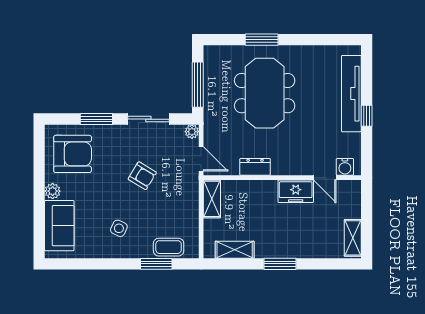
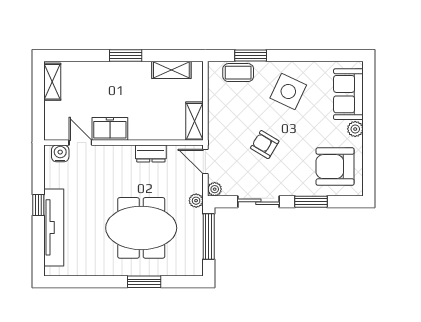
meeting table: (265, 93) -> (141, 228), turned 90
plant: (210, 120) -> (196, 201), added
side table: (119, 228) -> (288, 91), width x1.87, depth x1.87

